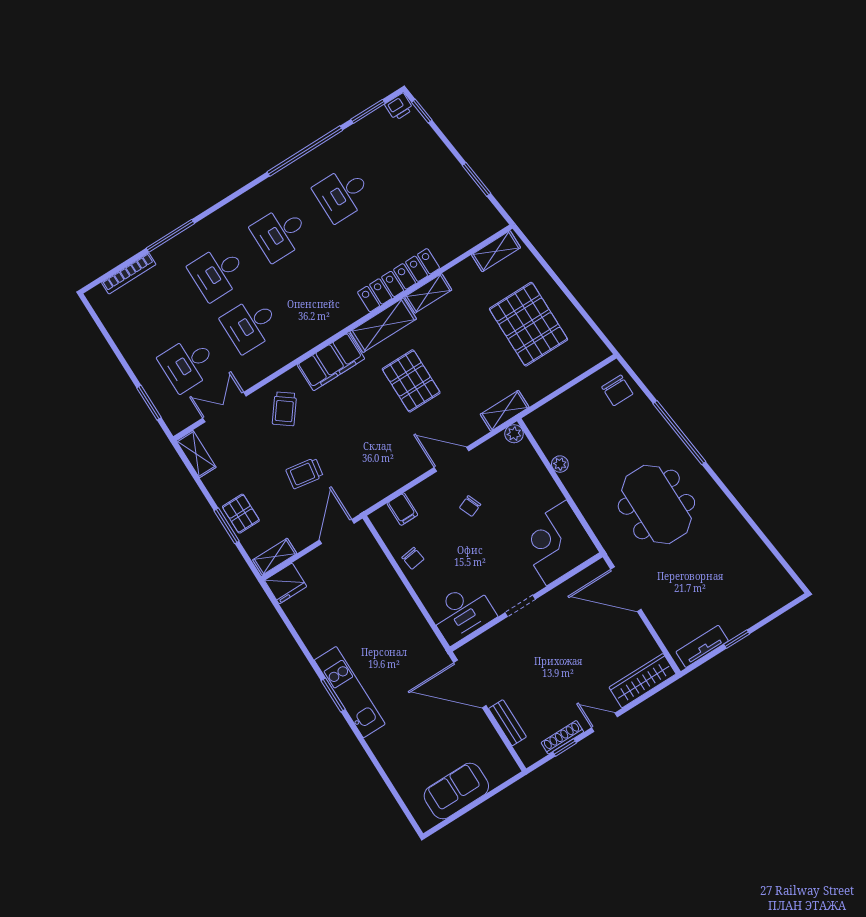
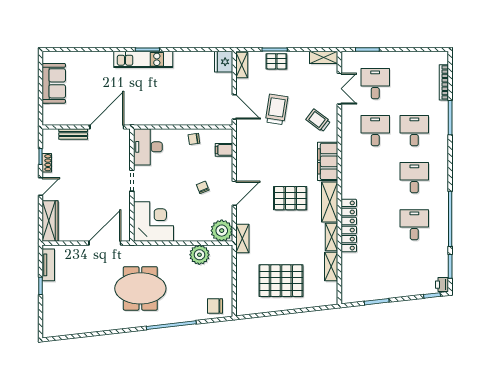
shelving: (496, 251) -> (331, 267), moved
plant: (514, 434) -> (222, 231), width x1.87, depth x1.87
plant: (560, 464) -> (199, 255), width x1.88, depth x1.88
trolley: (305, 473) -> (277, 109), width x1.36, depth x1.39
shoe rack: (562, 737) -> (47, 163), width x0.70

